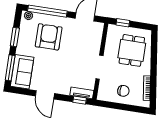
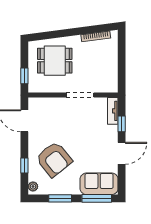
window: (47, 11) -> (24, 165), width x0.32
armchair: (49, 37) -> (54, 159), turned -129
chair: (123, 91) -> (103, 63), removed
window: (80, 100) -> (122, 124), moved

